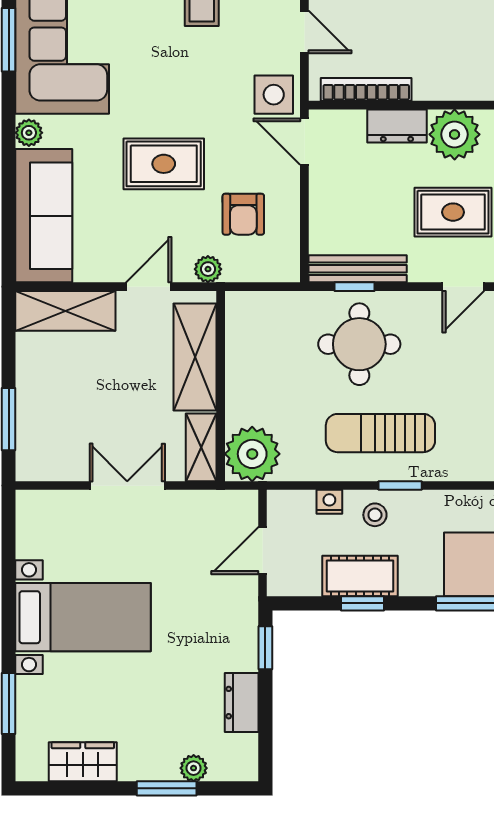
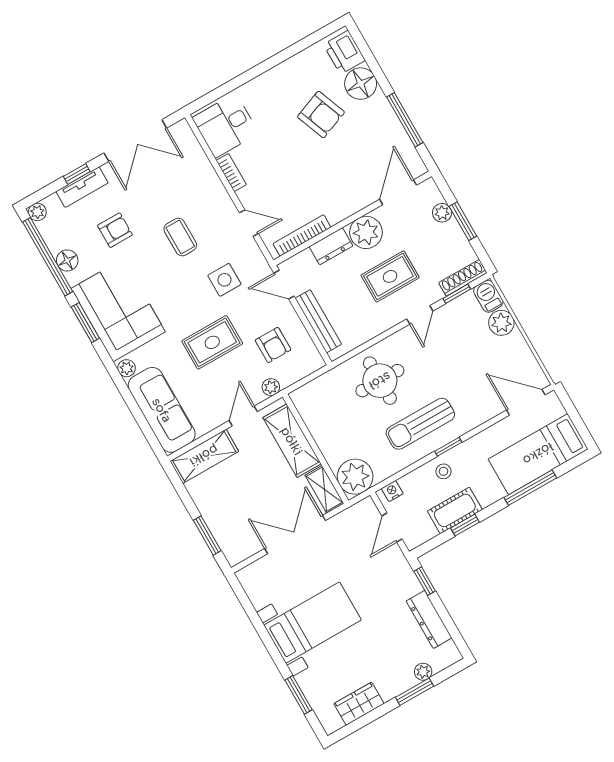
side table: (274, 95) -> (224, 280), moved
bench: (358, 269) -> (318, 321), moved, turned 90
window: (354, 287) -> (359, 350), removed
double door: (127, 486) -> (295, 534), width x1.37
nightstand: (329, 502) -> (392, 491), moved
dresser: (242, 703) -> (429, 619), width x1.44

